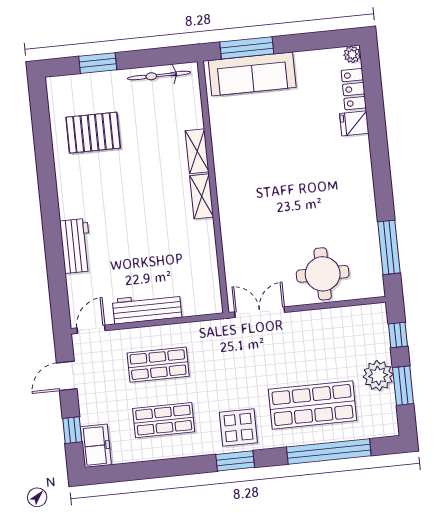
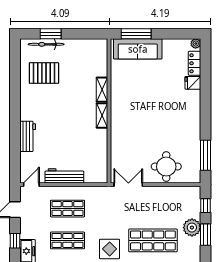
bicycle: (159, 75) -> (46, 44), moved

